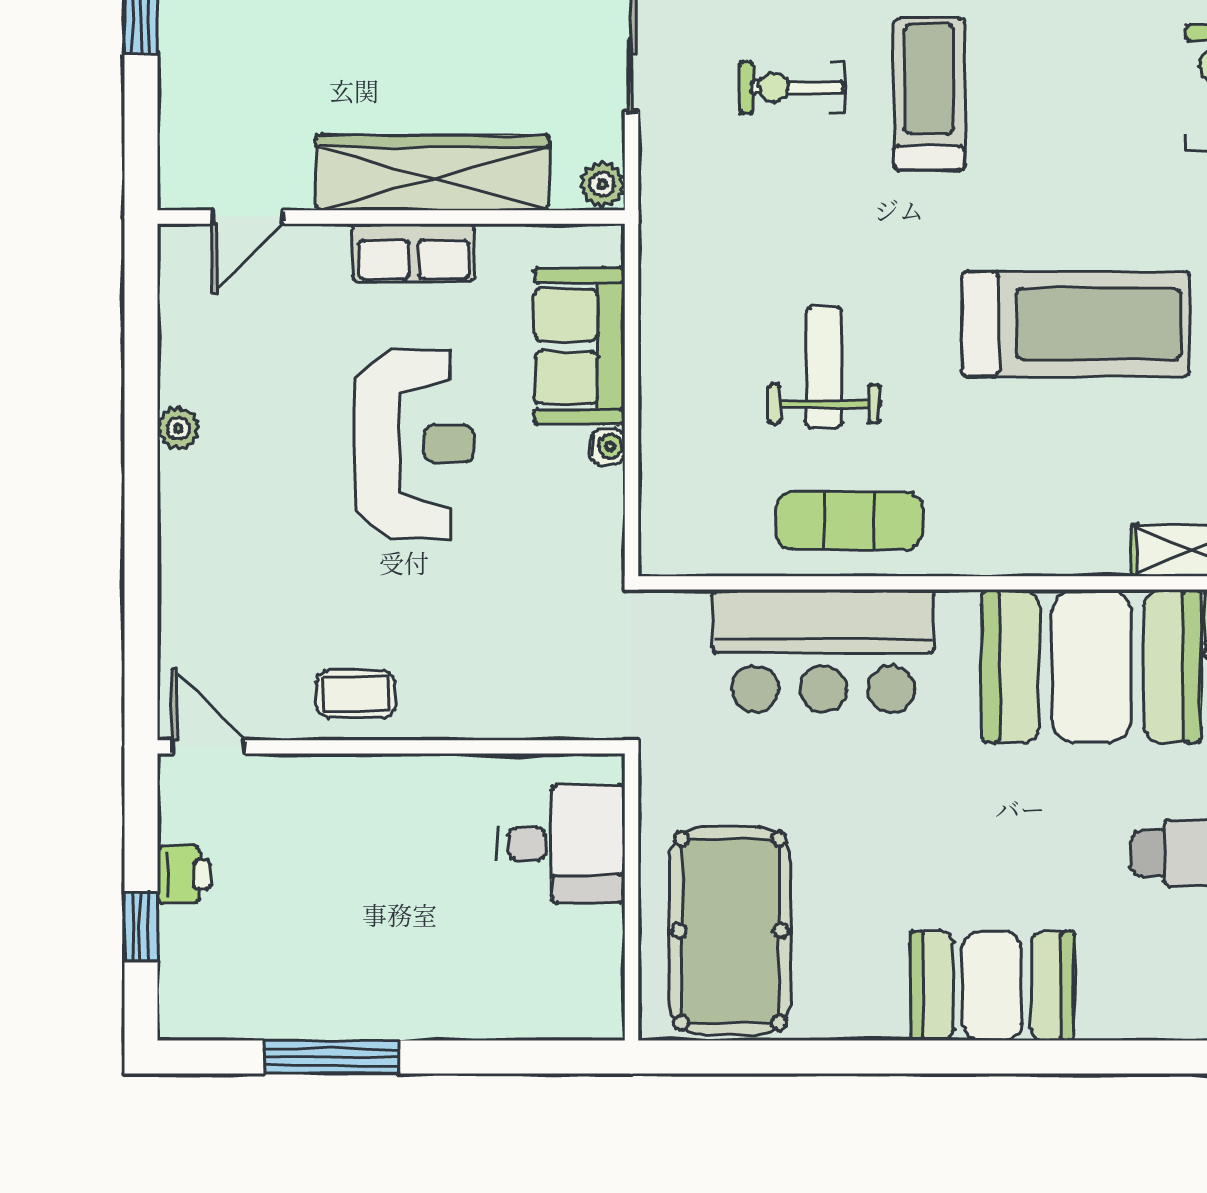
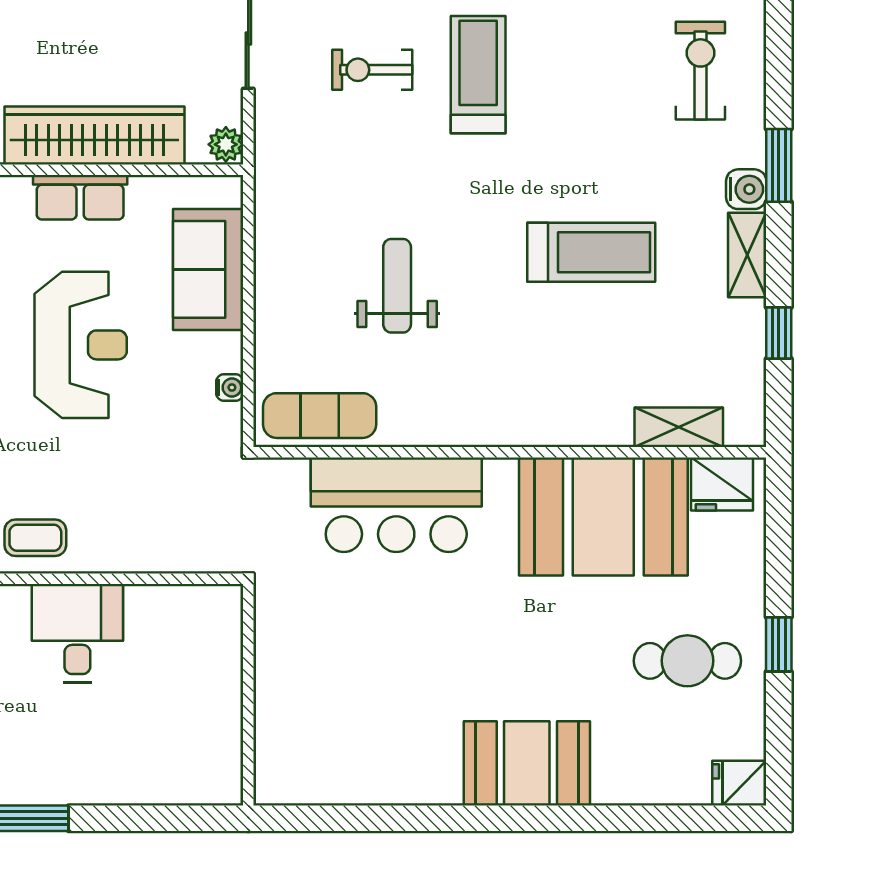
treadmill: (1076, 324) -> (591, 252), width x0.73, depth x0.73
water cooler: (607, 446) -> (230, 387), moved
exercise mat: (849, 521) -> (320, 416), moved
desk: (561, 844) -> (77, 633), moved, turned -90
pool table: (730, 931) -> (324, 721), removed

